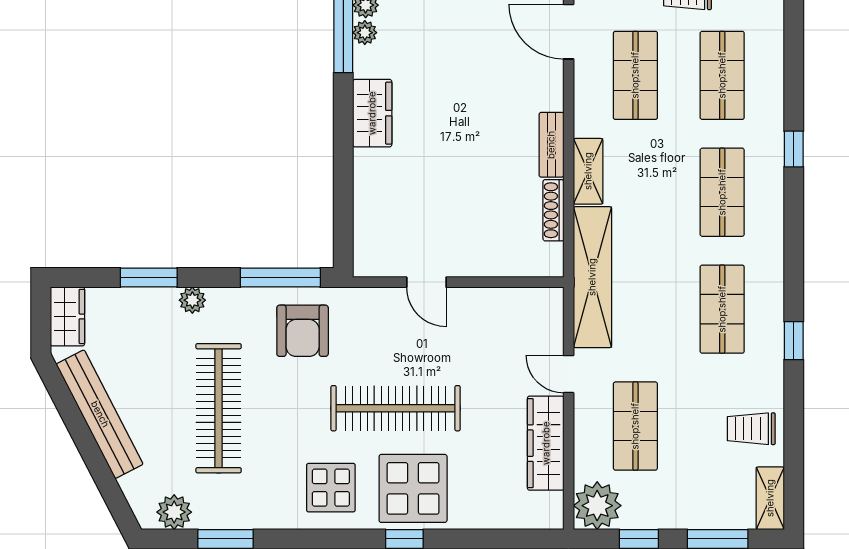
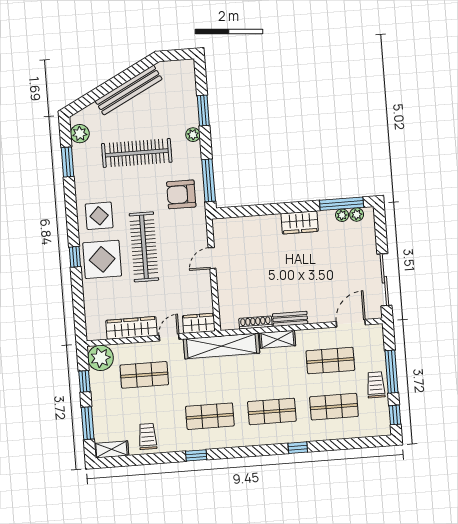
wardrobe: (67, 316) -> (199, 323), moved, turned 180

